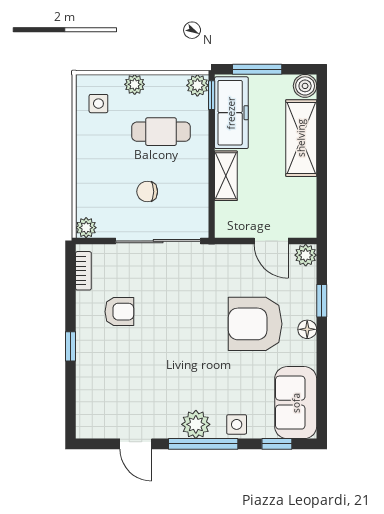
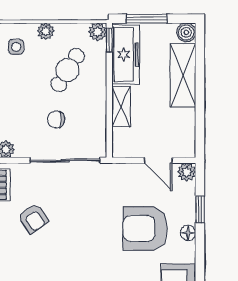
cafe table: (161, 132) -> (68, 70), turned -58
armchair: (119, 312) -> (33, 218), turned 55

